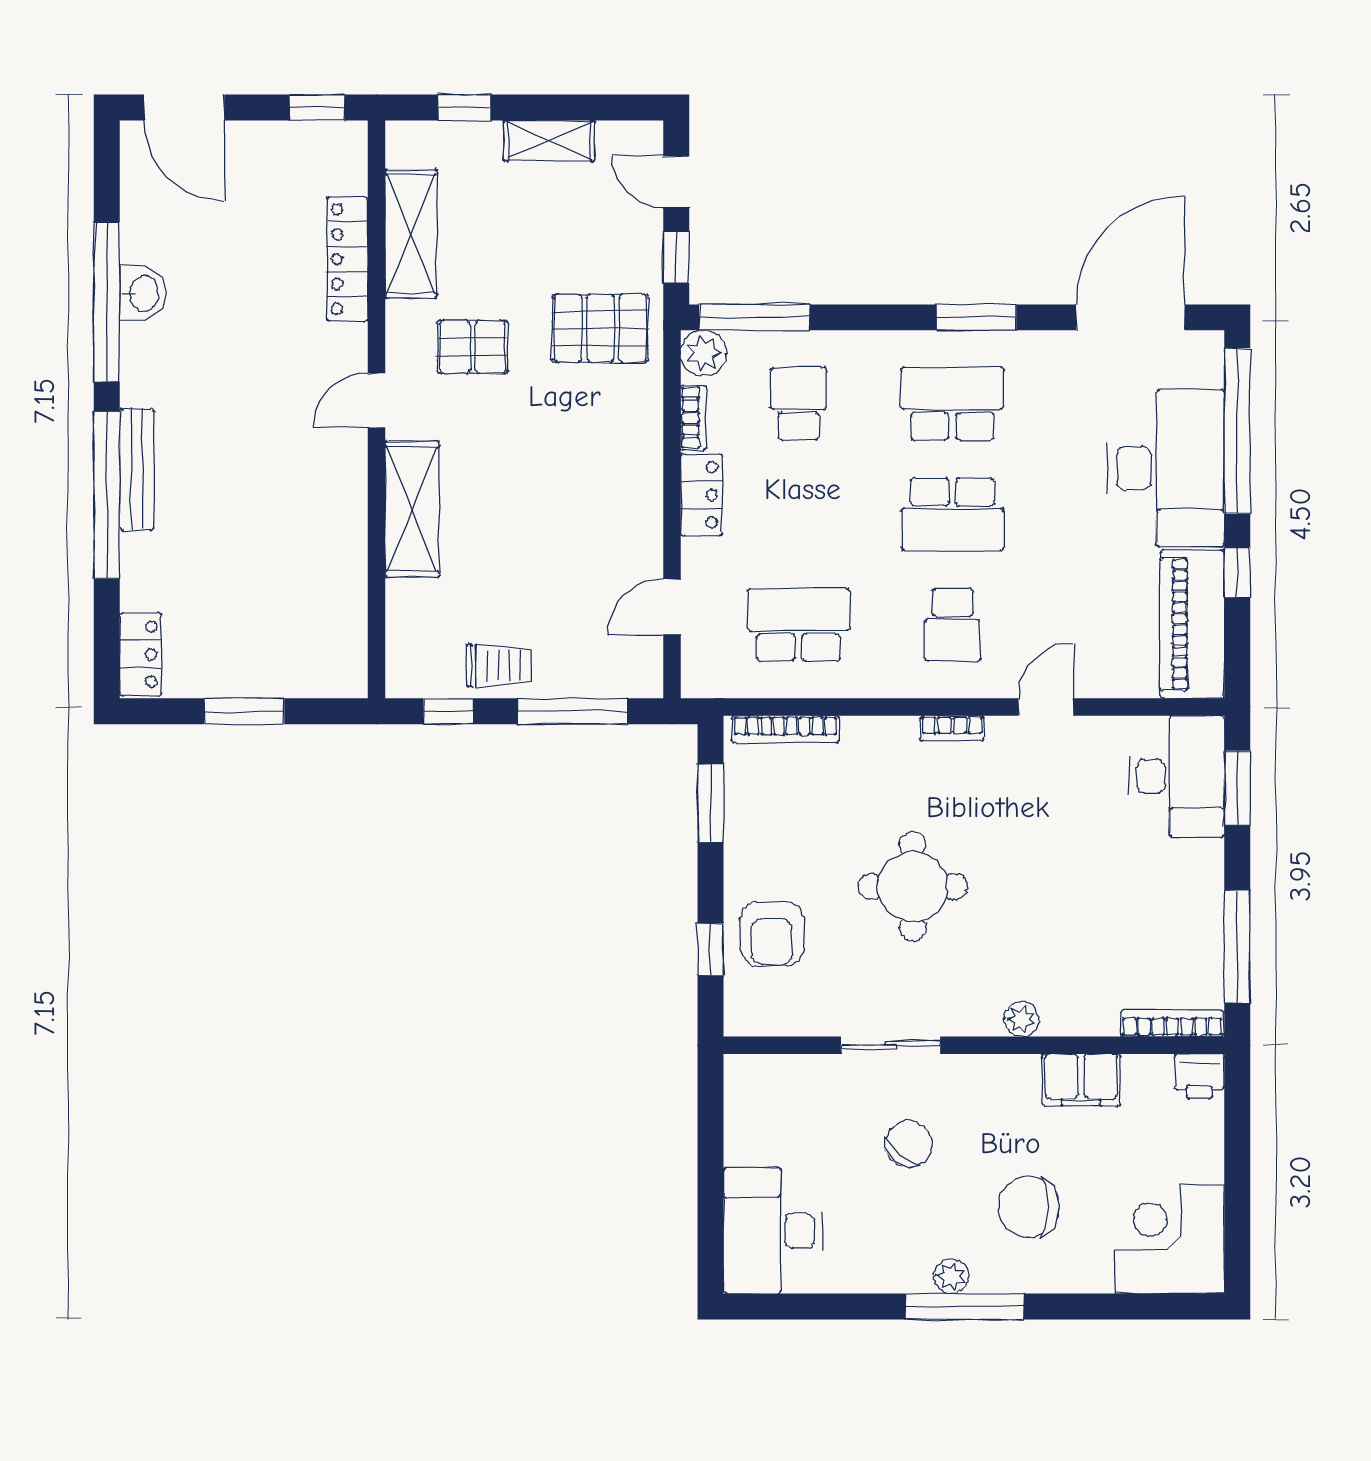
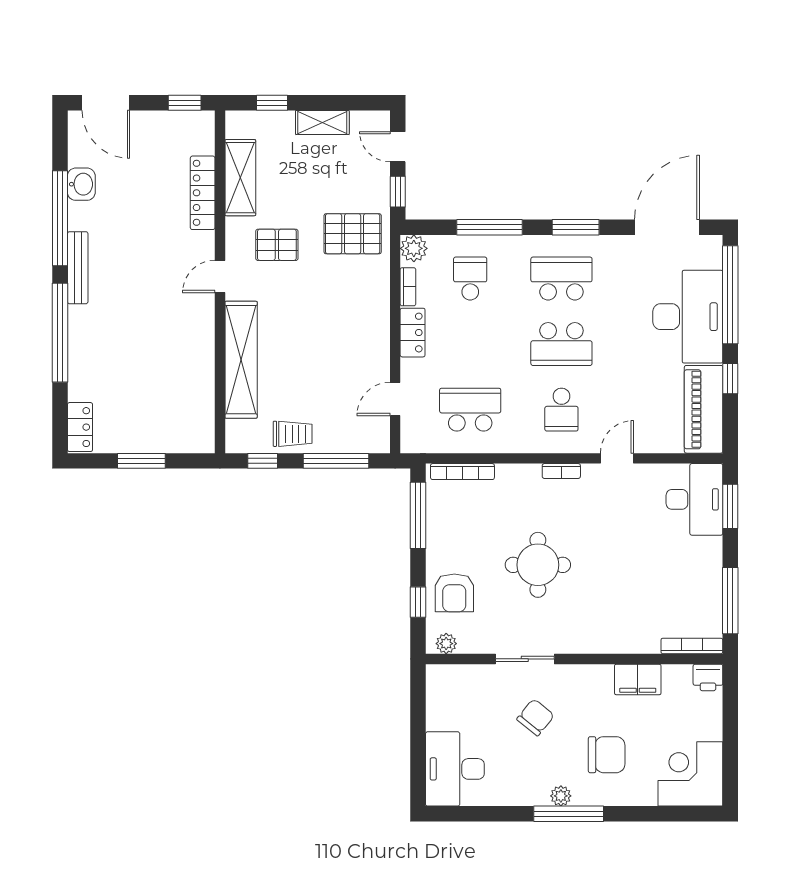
washbasin: (143, 293) -> (81, 184), moved
window: (755, 317) -> (489, 227), moved
bench: (137, 469) -> (78, 268), moved
shelving: (412, 509) -> (241, 360), width x1.47
window: (711, 803) -> (418, 515), width x1.44
plant: (1021, 1019) -> (446, 644), moved
chair: (1029, 1207) -> (607, 755), turned 180

